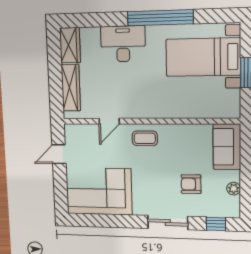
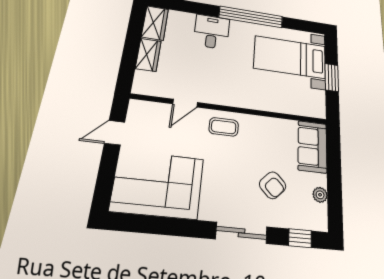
desk: (123, 44) -> (212, 32), width x0.73
wardrobe: (71, 88) -> (148, 55), width x0.67
armchair: (191, 184) -> (273, 185), turned -135

